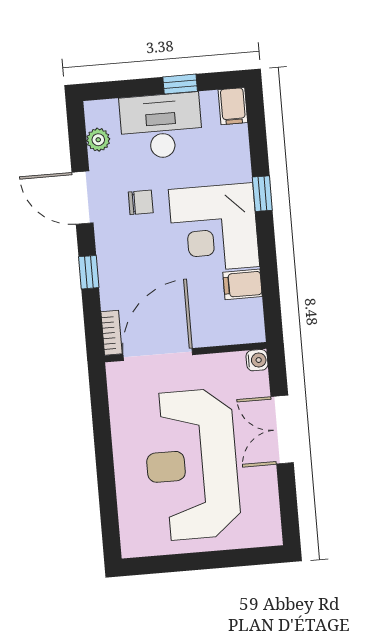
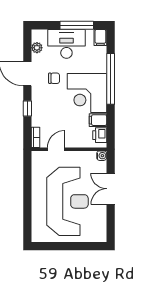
window: (180, 84) -> (77, 25), width x2.17
window: (262, 194) -> (111, 79), width x3.17
printer: (249, 317) -> (100, 135), added
door: (158, 354) -> (56, 149), width x0.53
reception desk: (192, 465) -> (67, 201), turned 180

